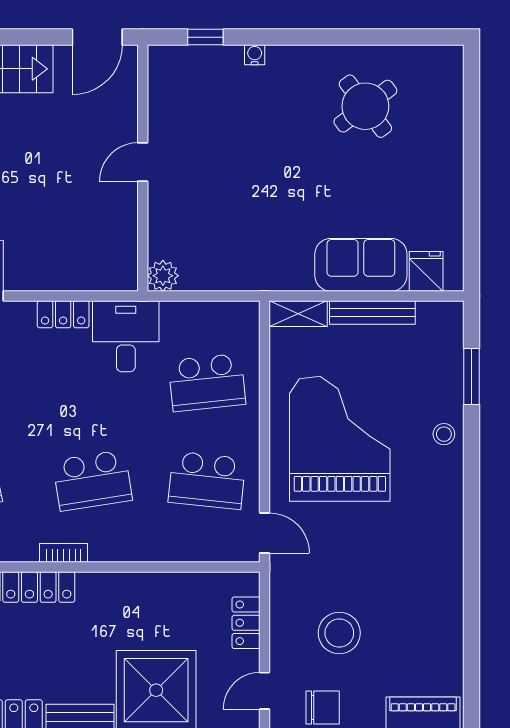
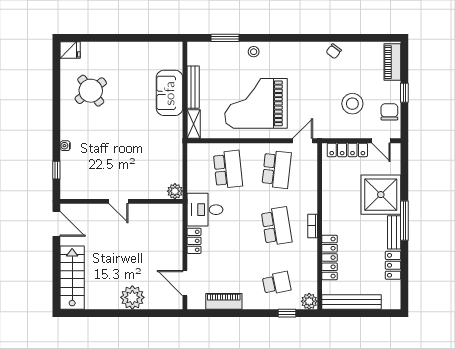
fridge: (426, 271) -> (70, 50), moved, turned 180
bookcase: (64, 553) -> (313, 226), moved
chair: (445, 595) -> (334, 51), added
locker: (246, 623) -> (347, 150), width x1.53

